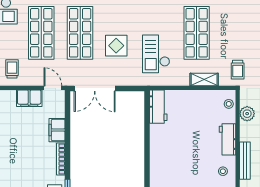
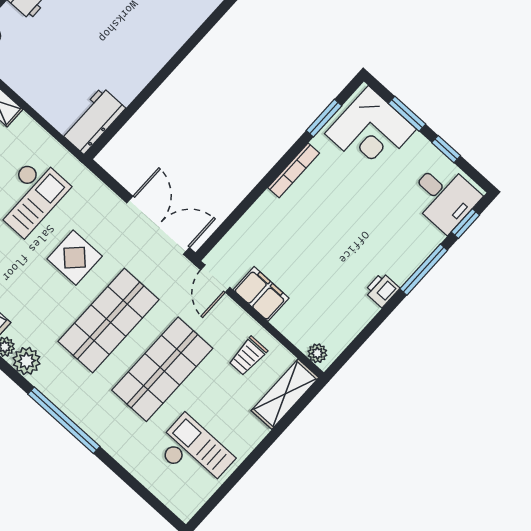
filing cabinet: (57, 130) -> (262, 215), removed

